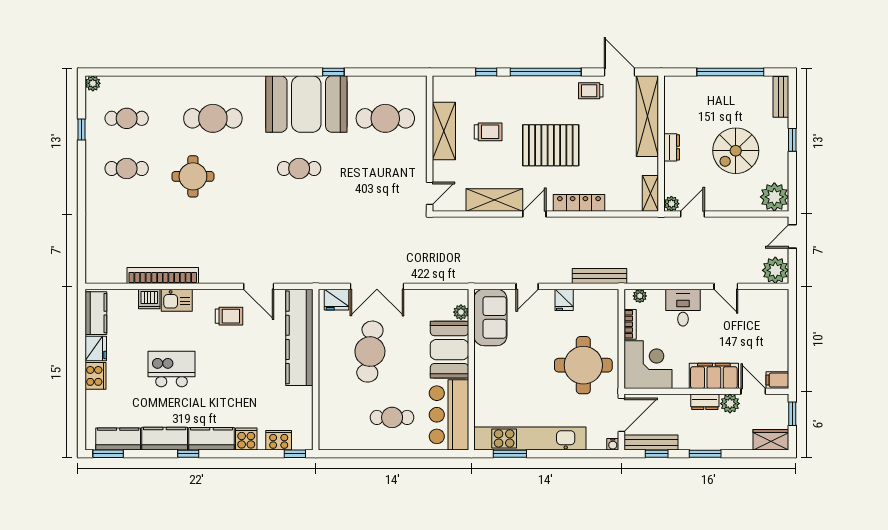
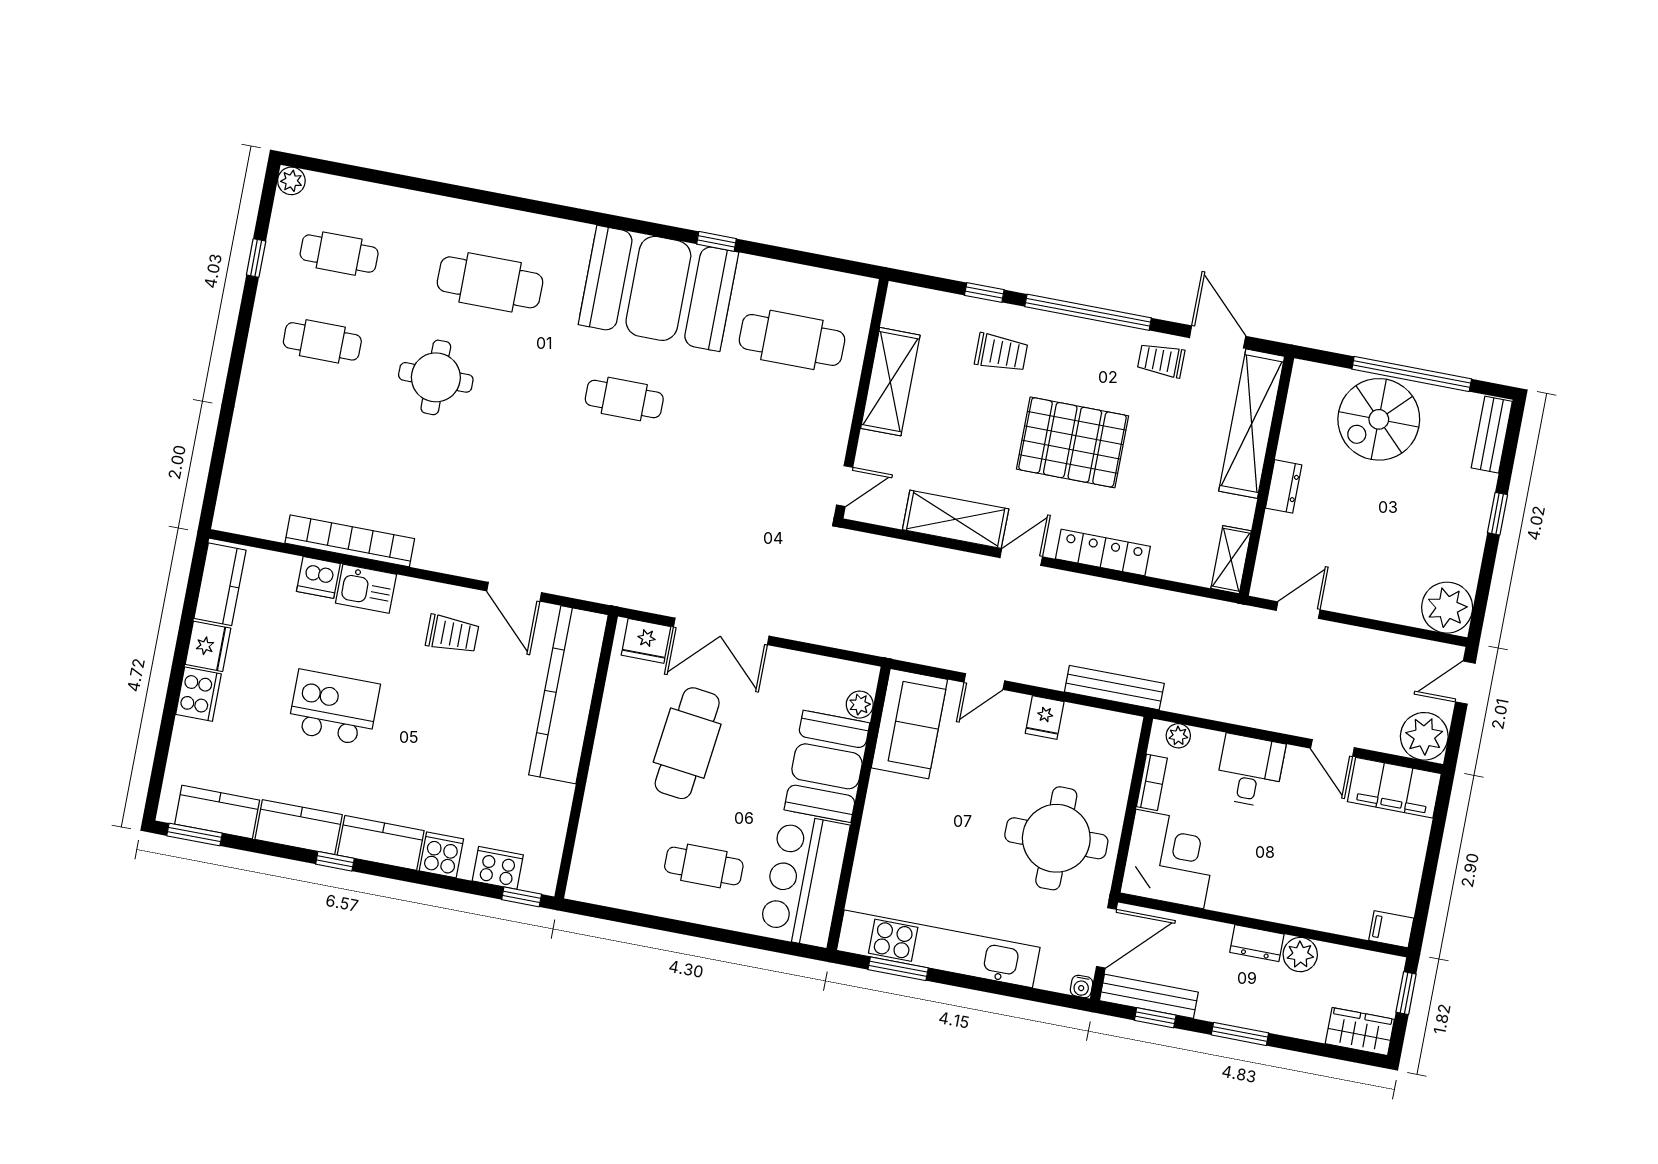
trolley: (488, 132) -> (1001, 353), moved
spiral stairs: (736, 151) -> (1379, 419), moved
plant: (671, 204) -> (1265, 585), removed
filing cabinet: (714, 376) -> (1394, 788), moved, turned 180
door: (753, 391) -> (1345, 941), removed

